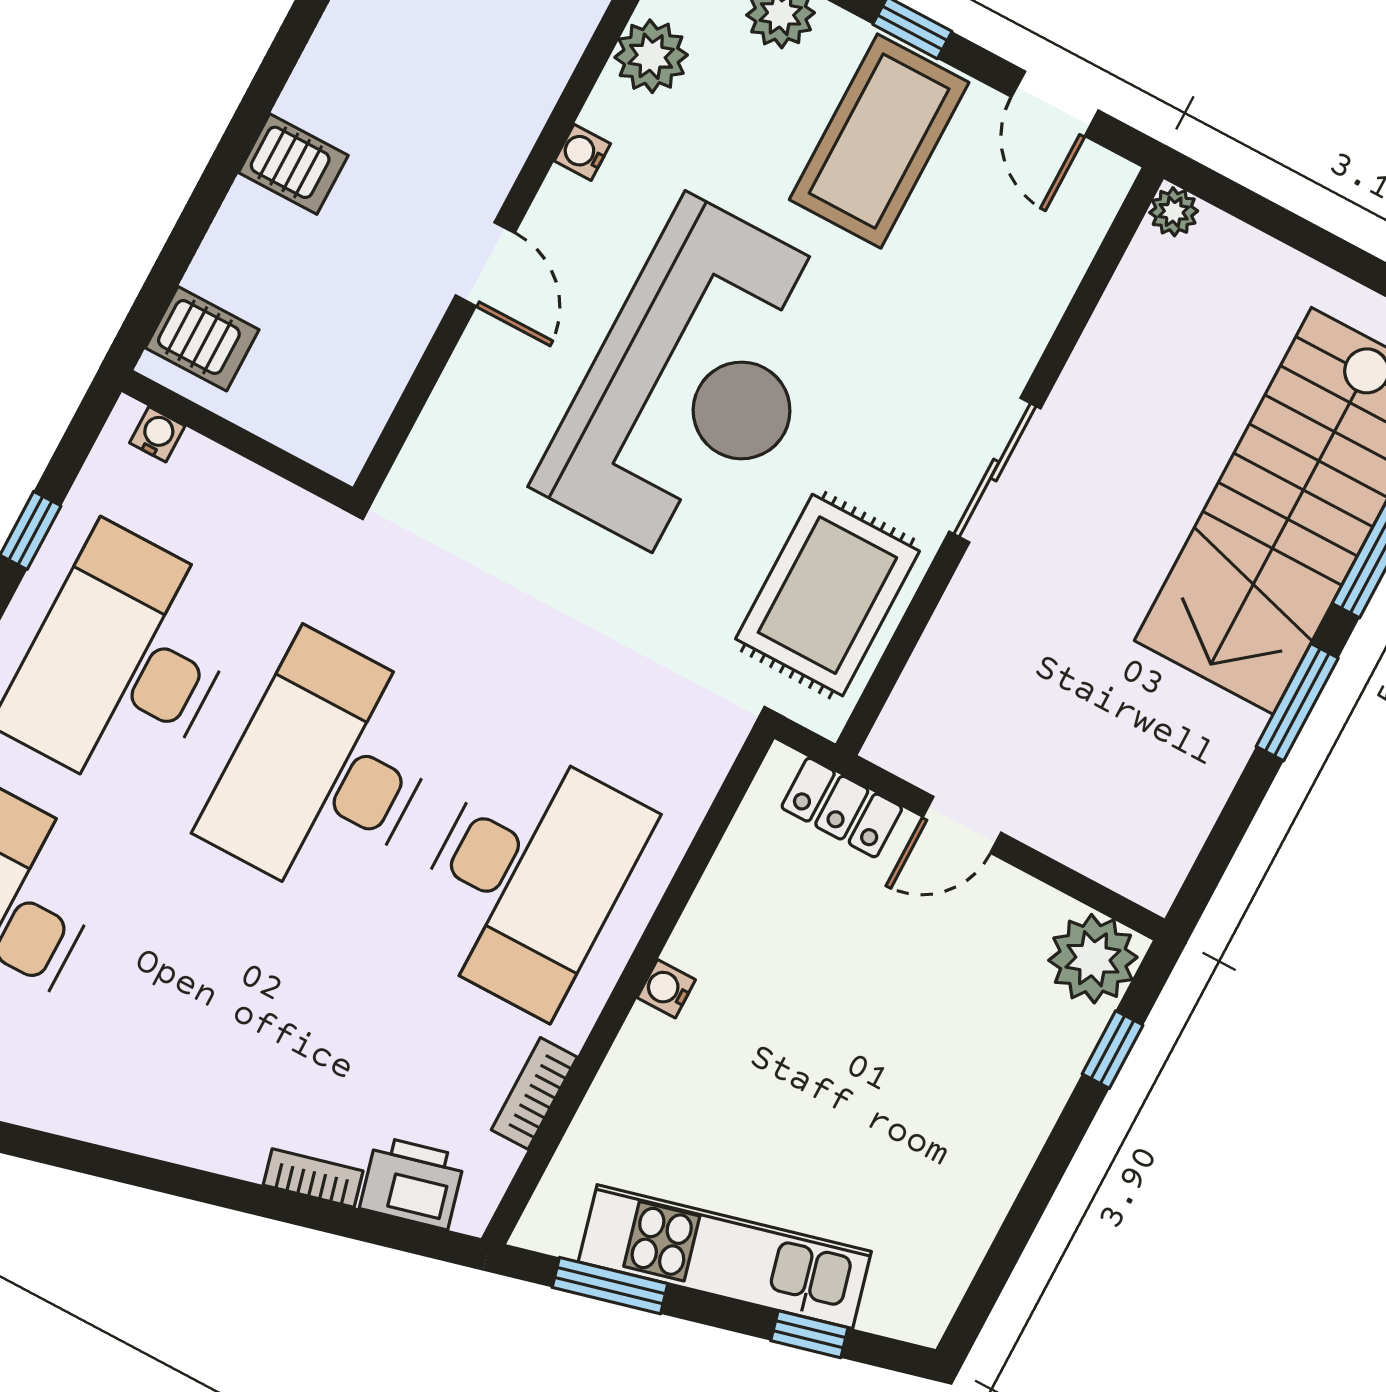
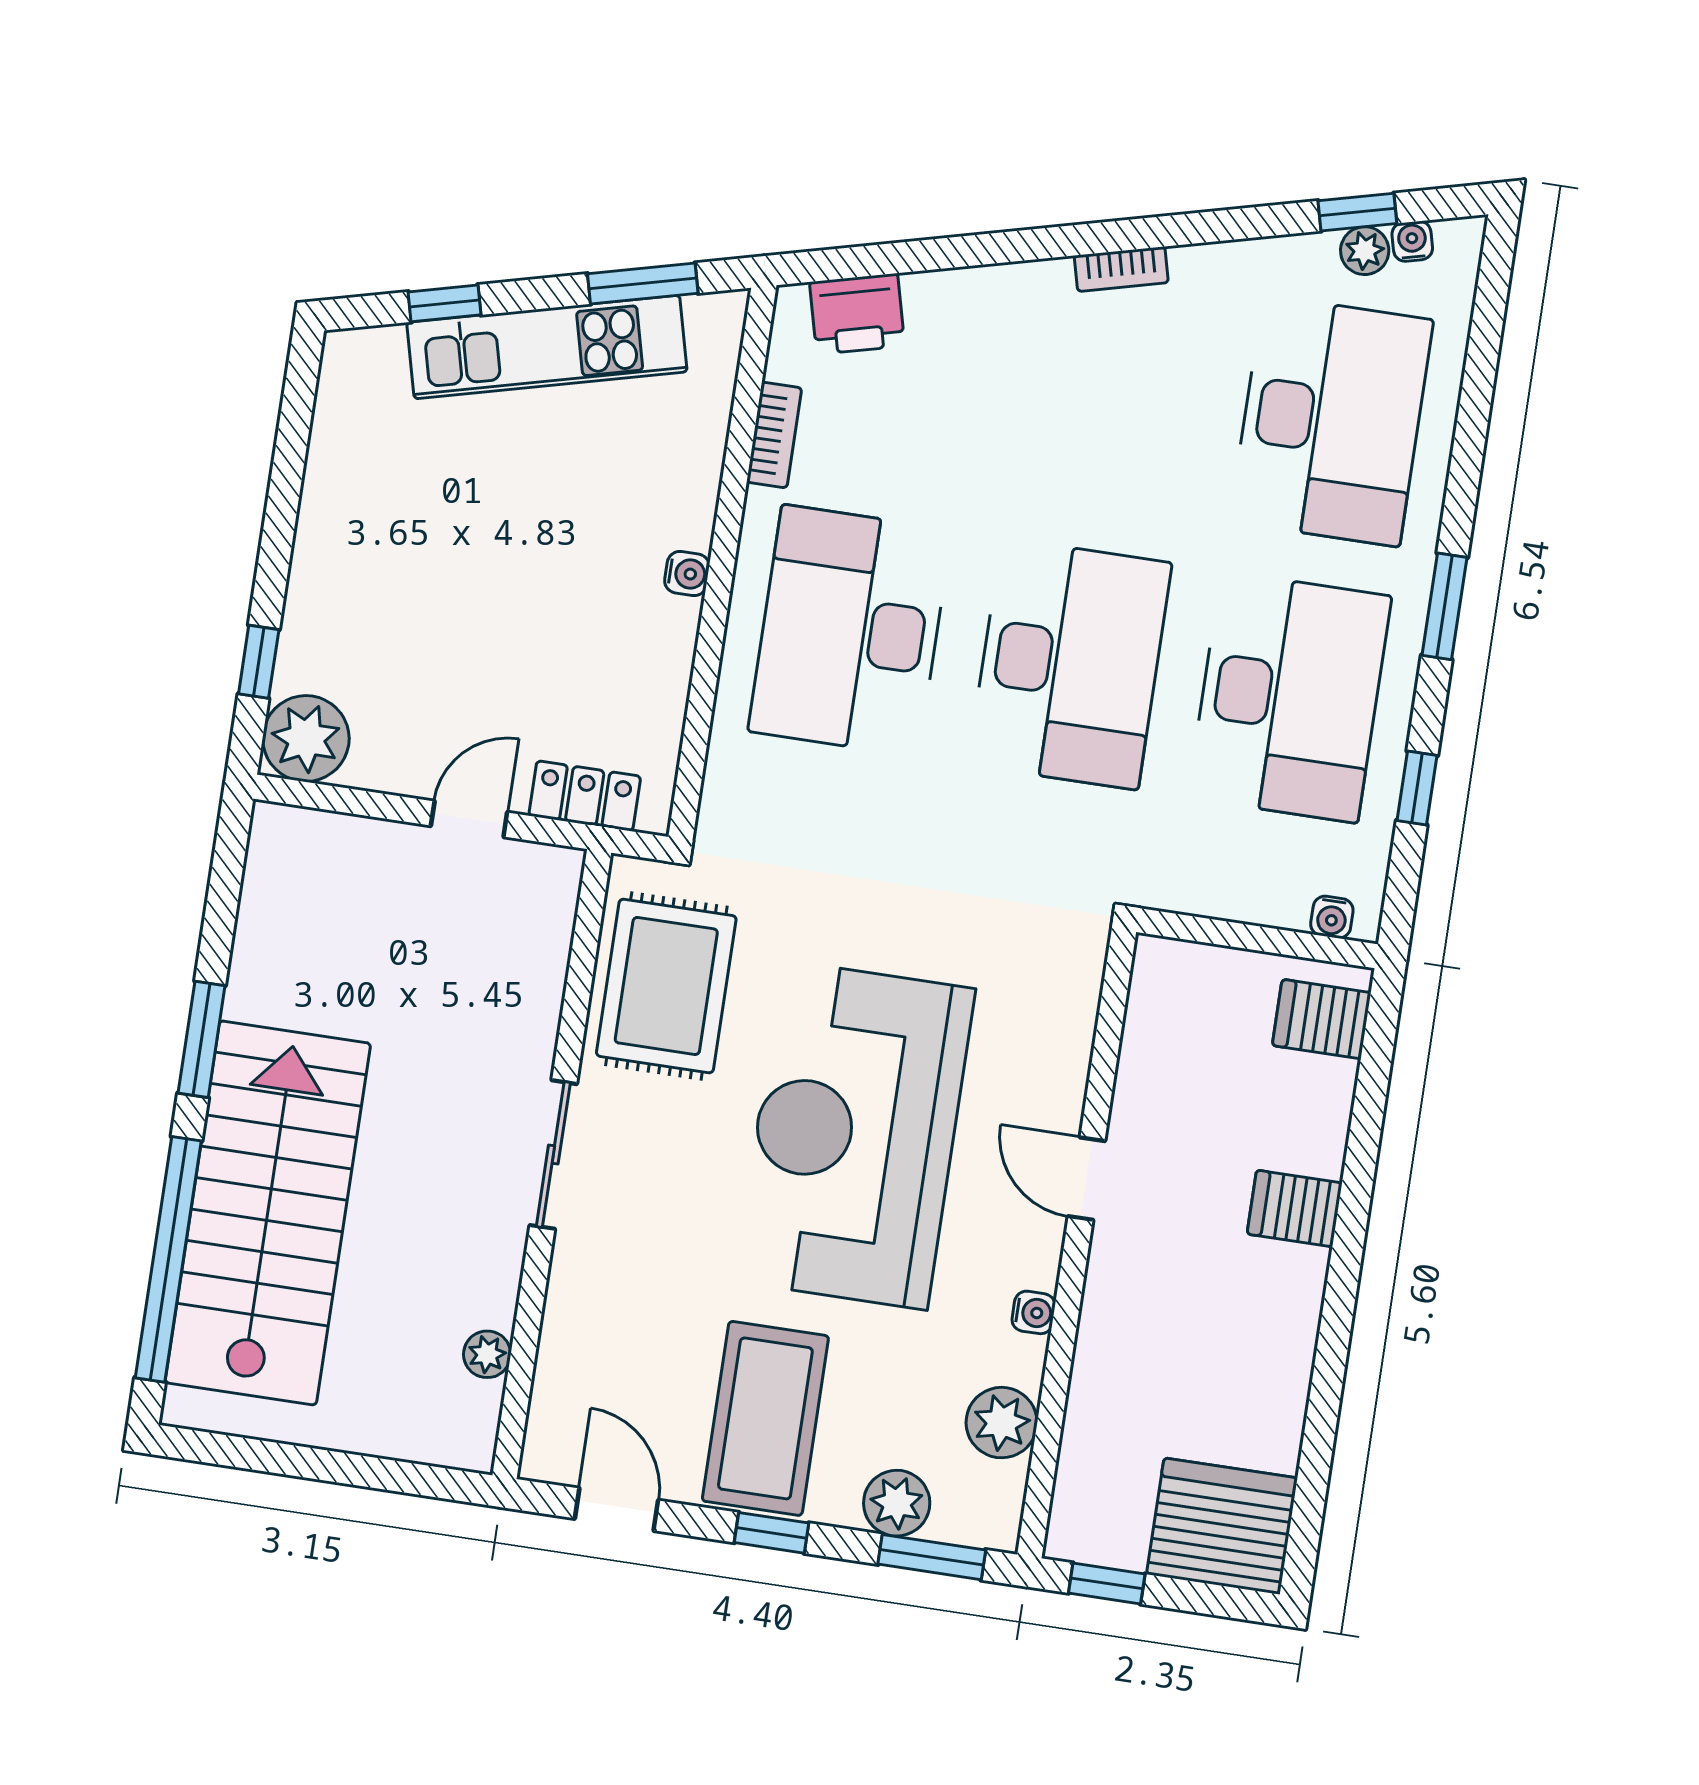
plant: (1174, 212) -> (487, 1354), moved
bookcase: (313, 1178) -> (1121, 269), moved

